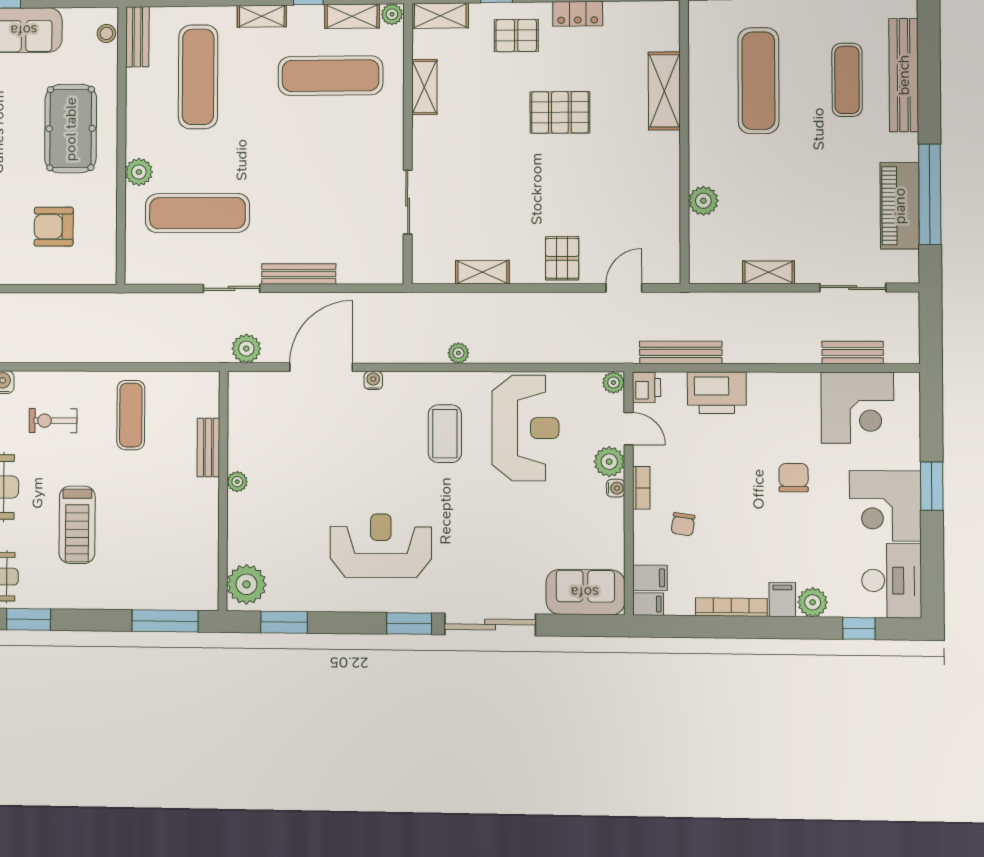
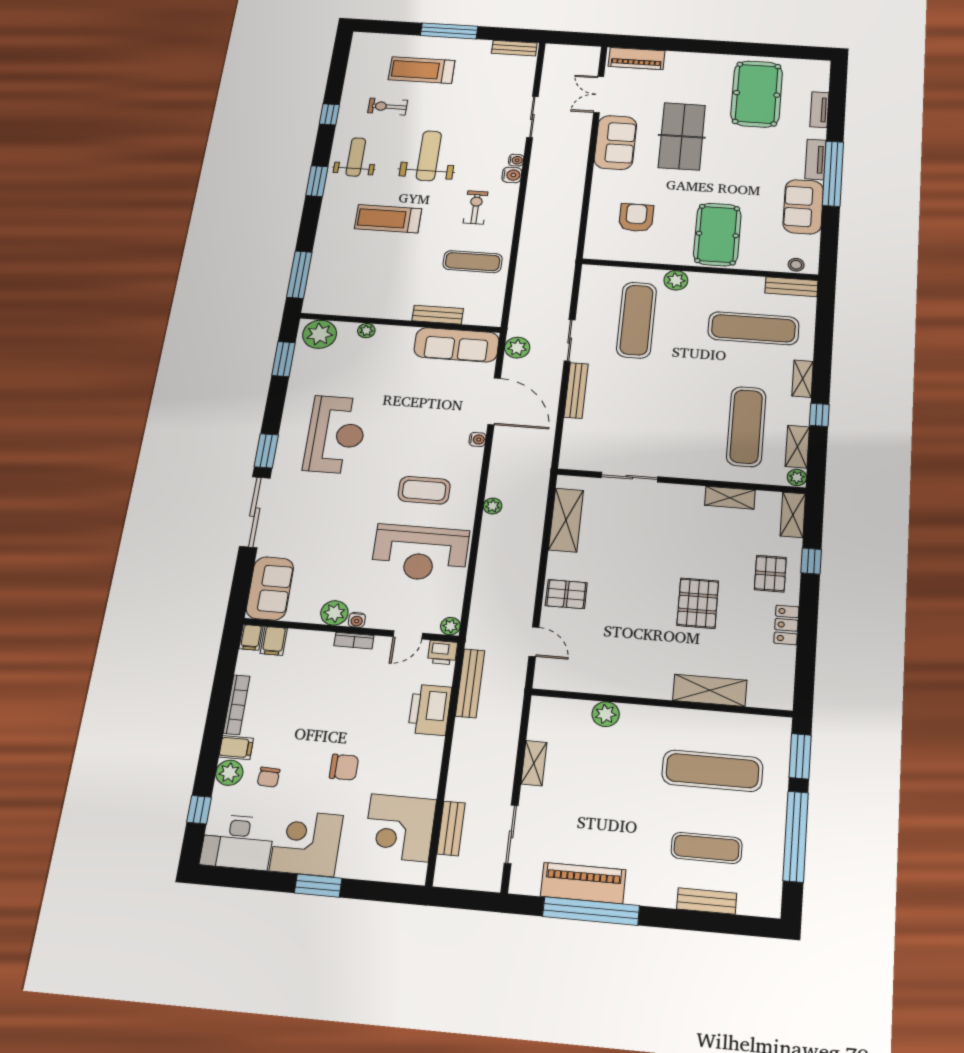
bench: (904, 75) -> (707, 901), width x0.54, depth x0.82
pool table: (71, 129) -> (717, 234), turned 90
shelving: (482, 272) -> (566, 520), width x1.50, depth x1.33
sofa: (248, 420) -> (456, 345), added
plant: (609, 462) -> (334, 613), moved
plant: (237, 482) -> (366, 331), moved
chair: (683, 524) -> (269, 777), moved, turned -95

